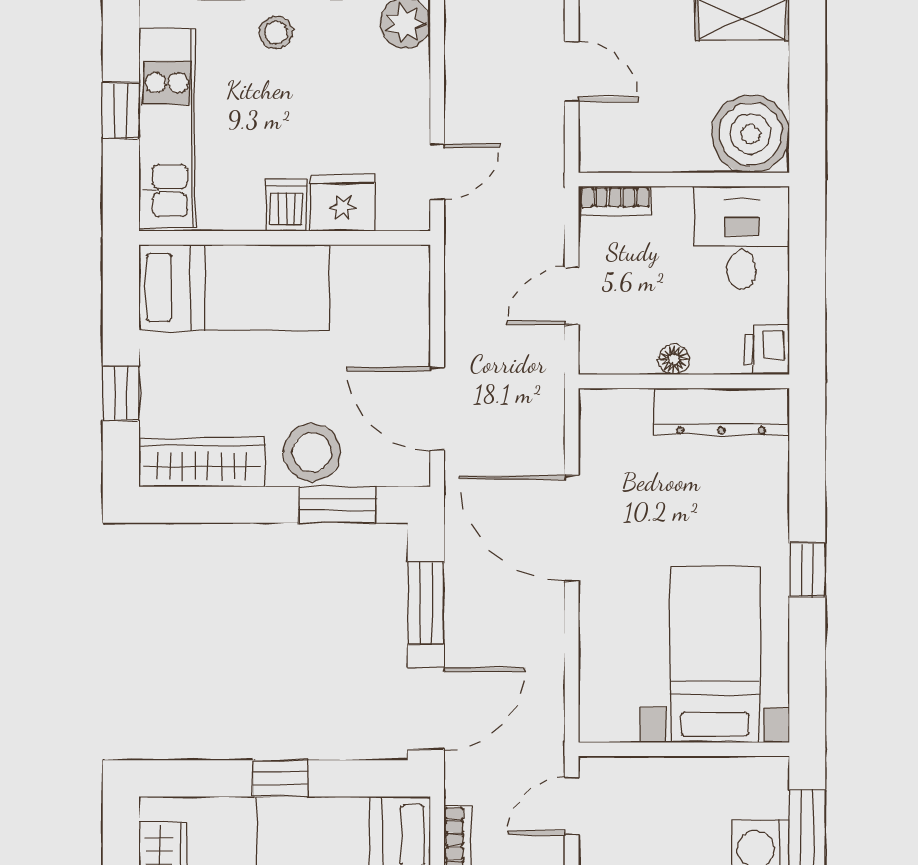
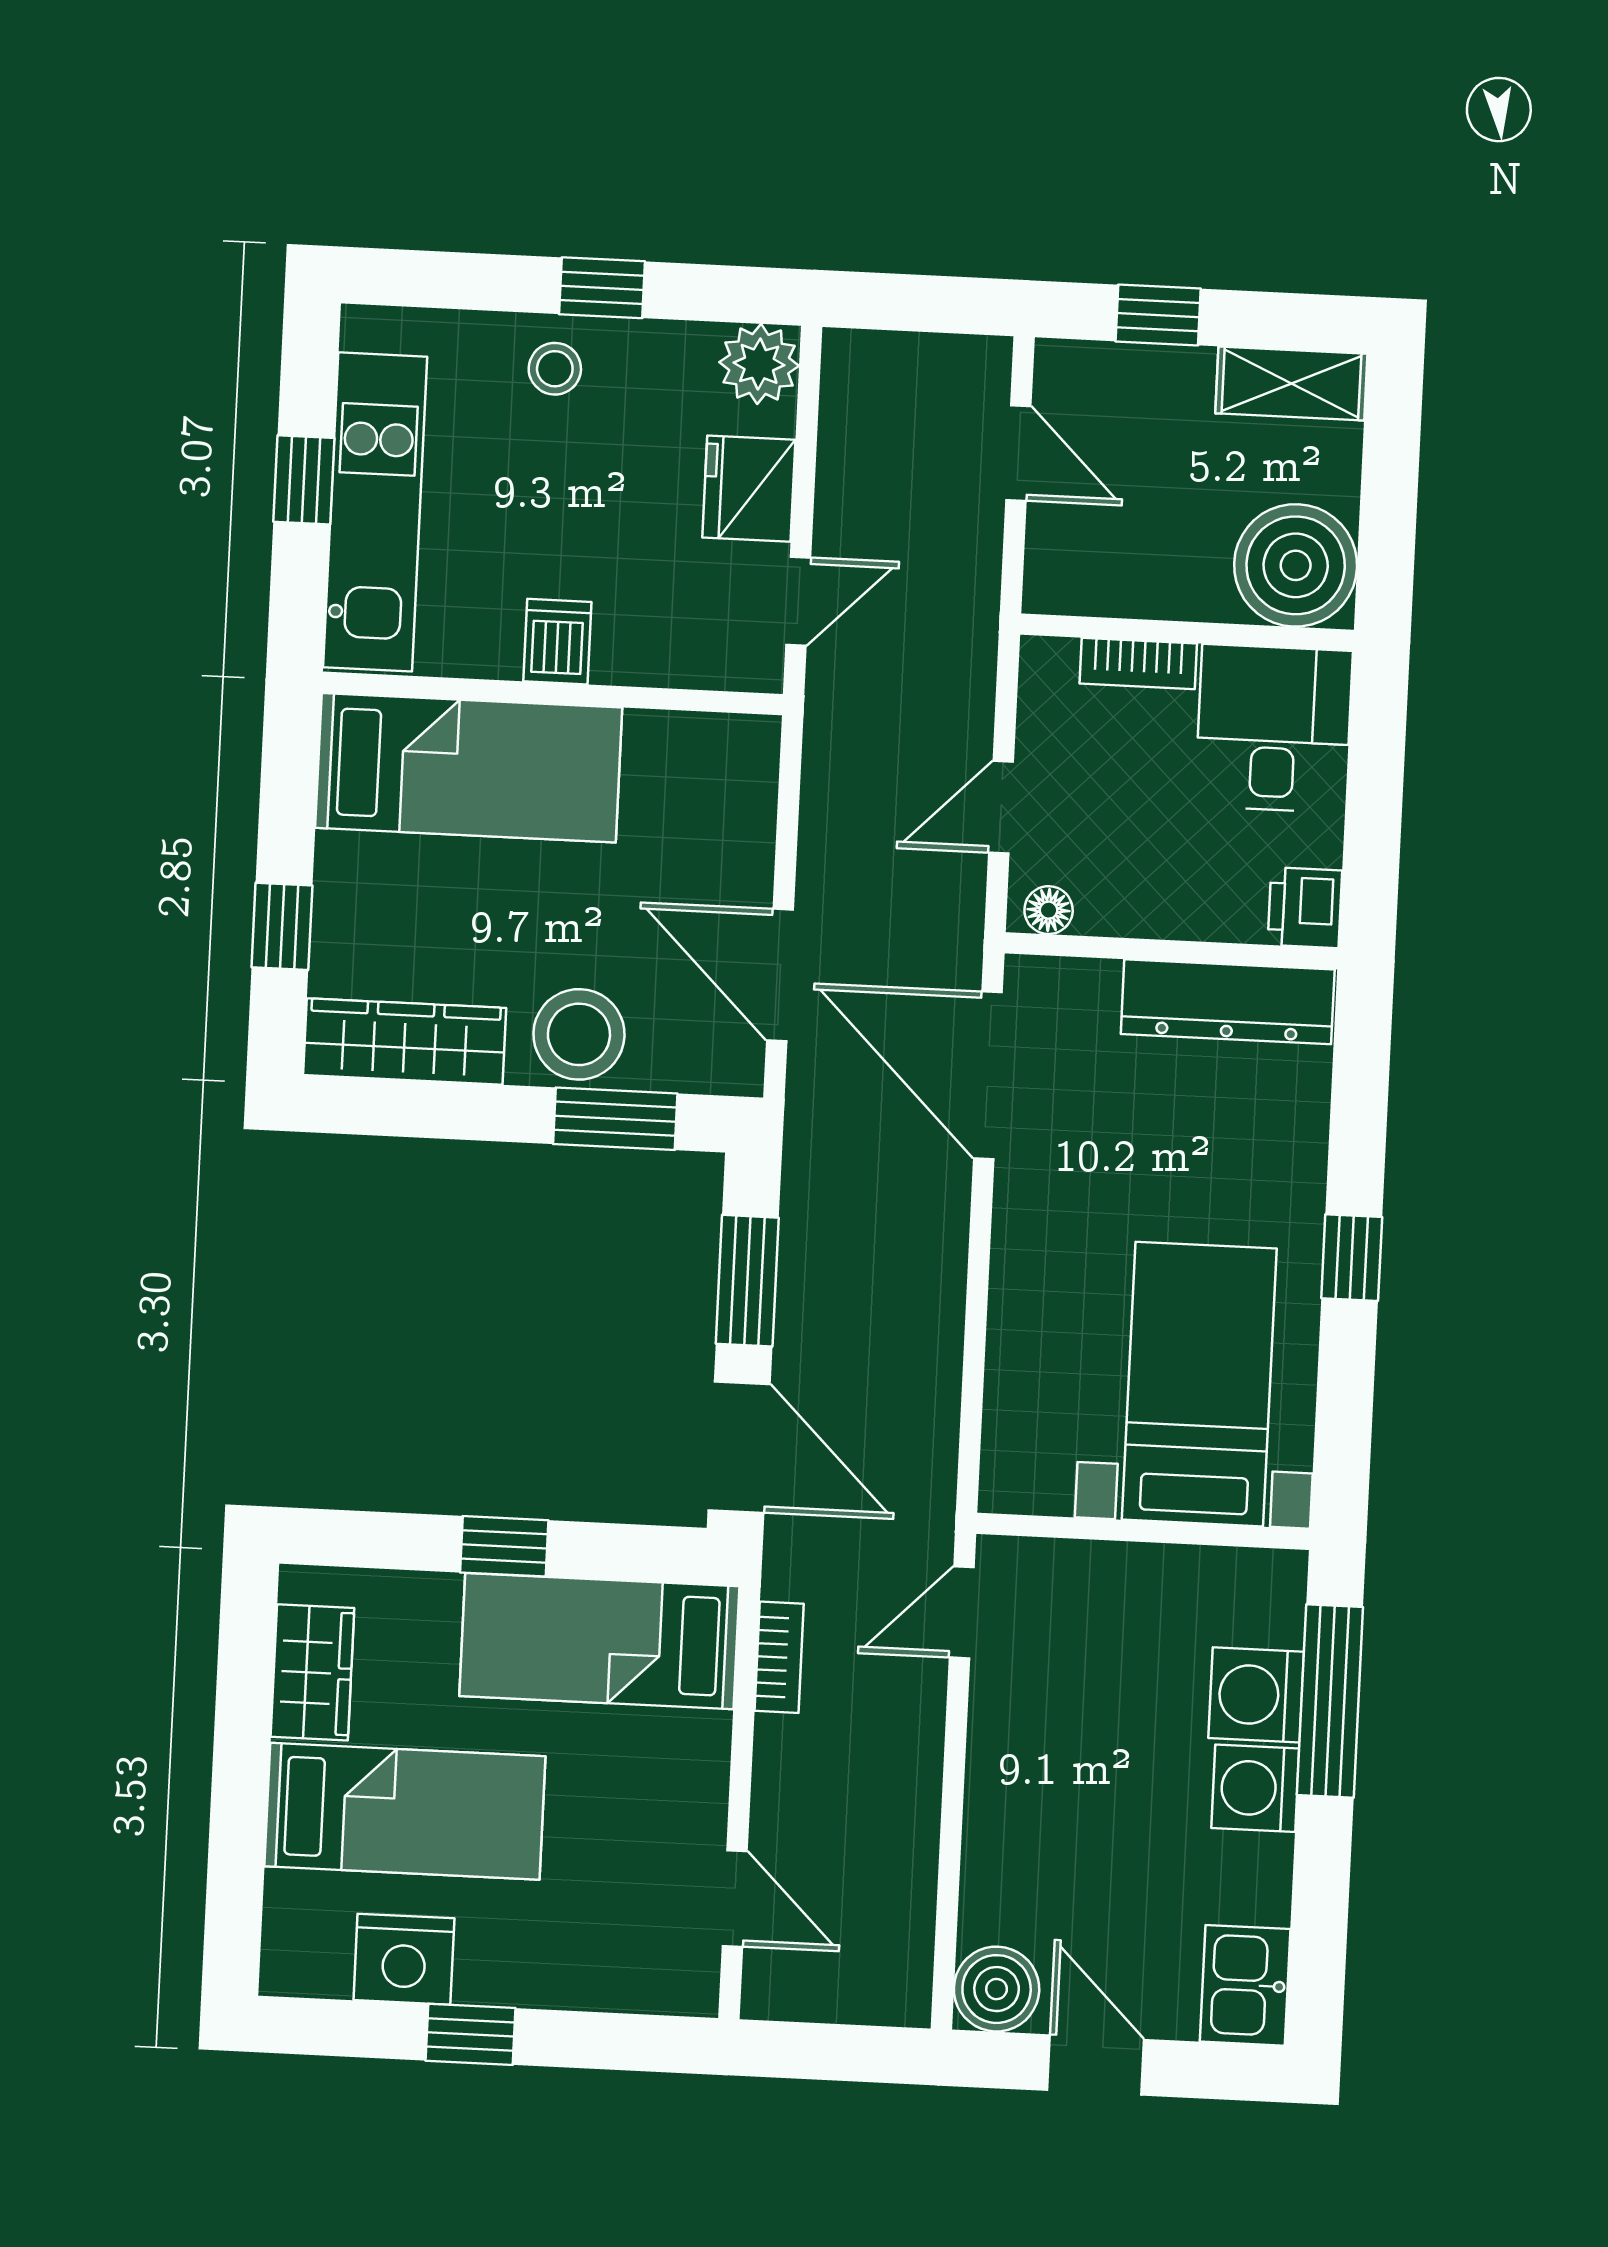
bookcase: (615, 201) -> (1138, 664), moved
fridge: (342, 203) -> (749, 489), moved, turned -90
floor lamp: (674, 359) -> (1049, 910), moved
door: (572, 528) -> (988, 1075), moved
door: (426, 708) -> (739, 1447), hinge flipped

